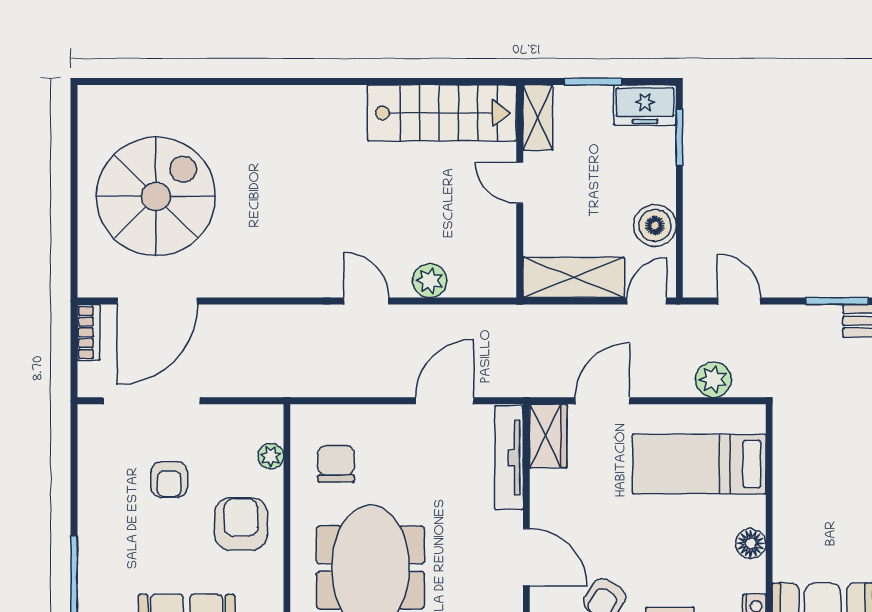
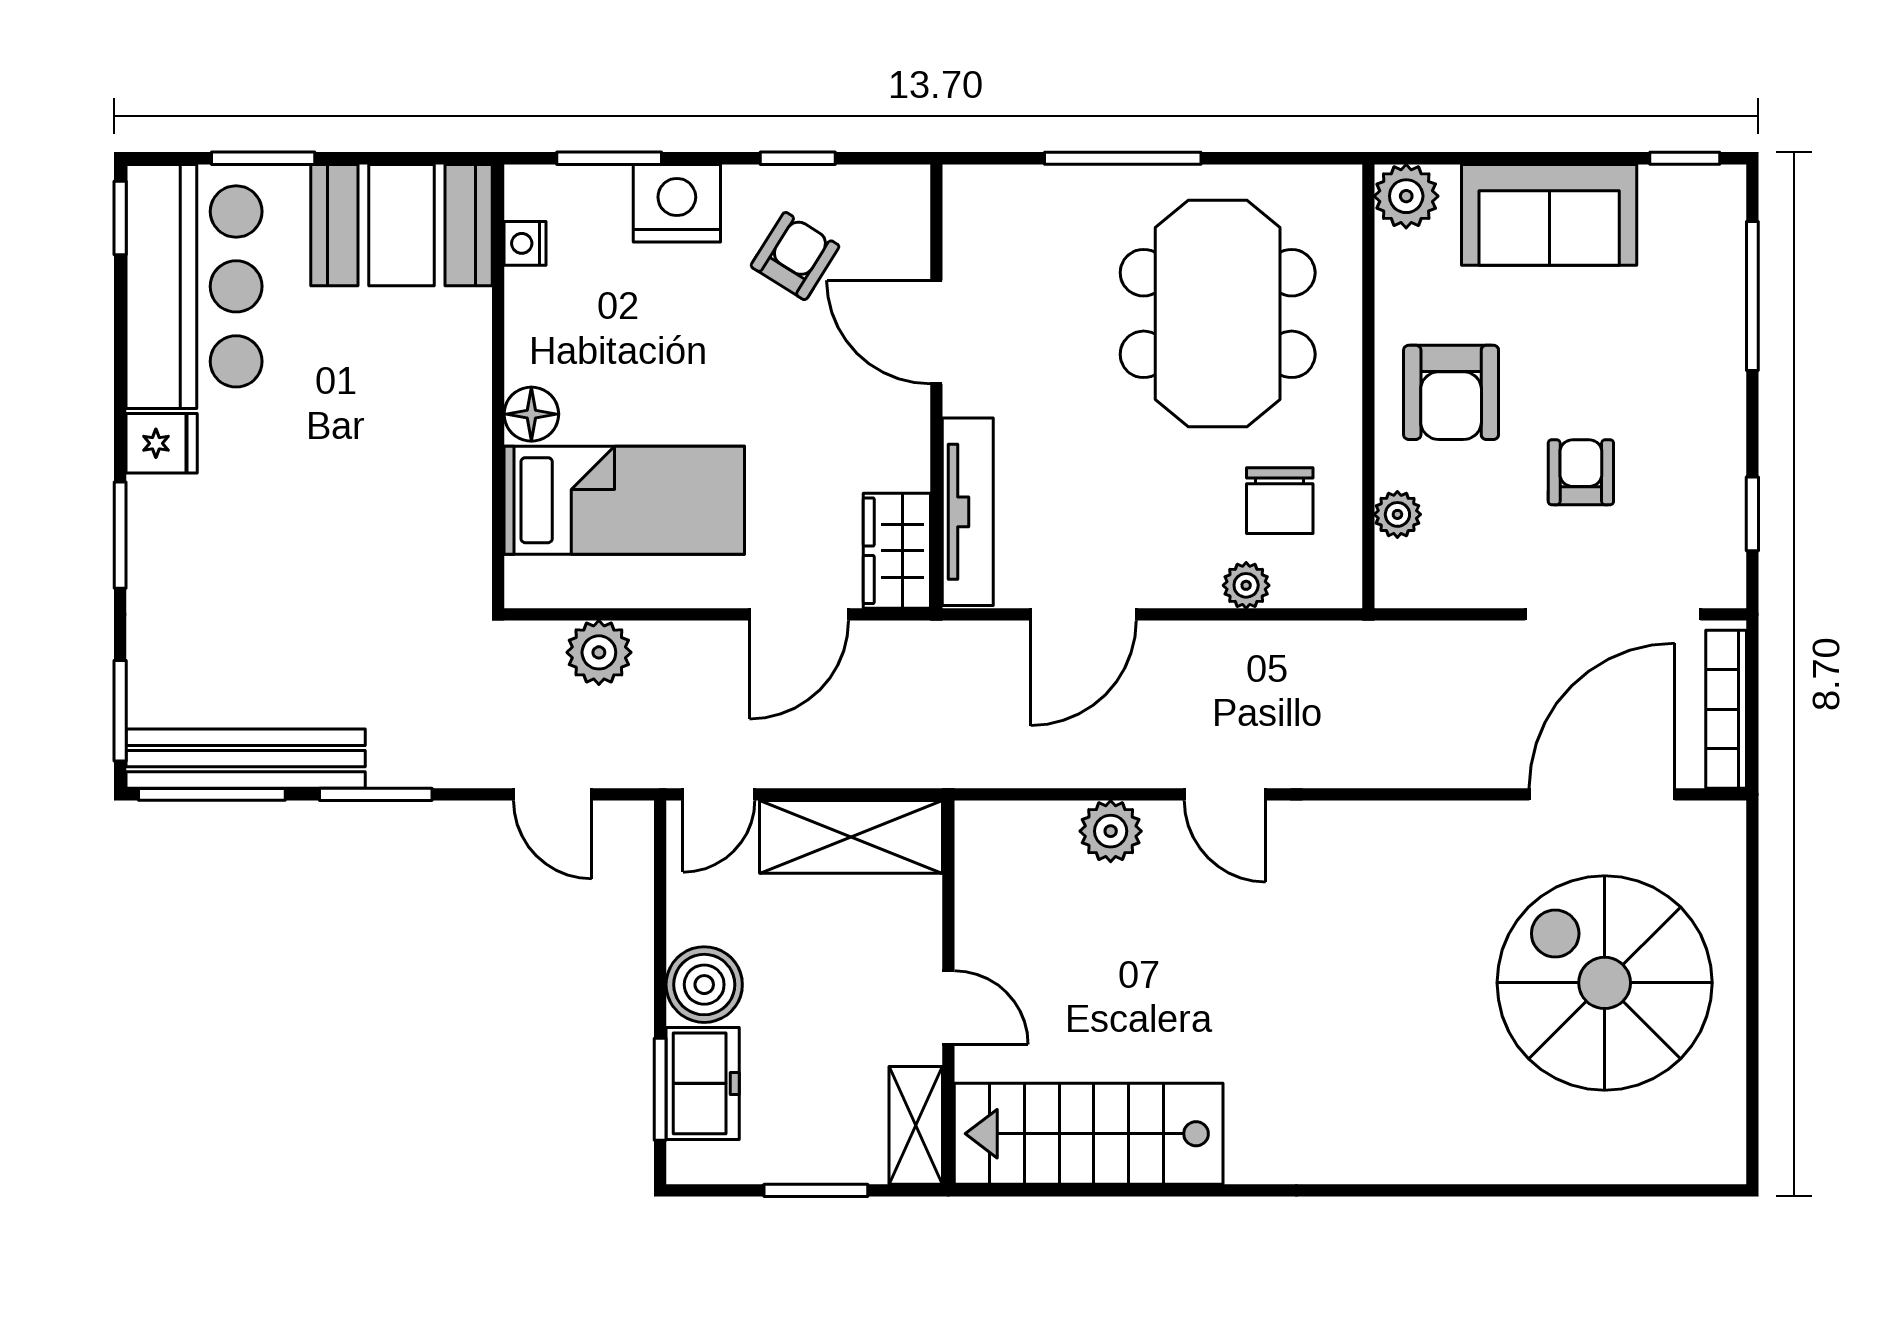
freezer: (645, 105) -> (703, 1083), moved, turned 90
spiral stairs: (156, 196) -> (1605, 983), turned 90
boiler: (655, 225) -> (704, 985), moved
bookcase: (89, 332) -> (1726, 709), width x1.56
plant: (355, 417) -> (1246, 585), added
window: (74, 456) -> (1752, 514), added
floor lamp: (751, 544) -> (531, 414), moved

